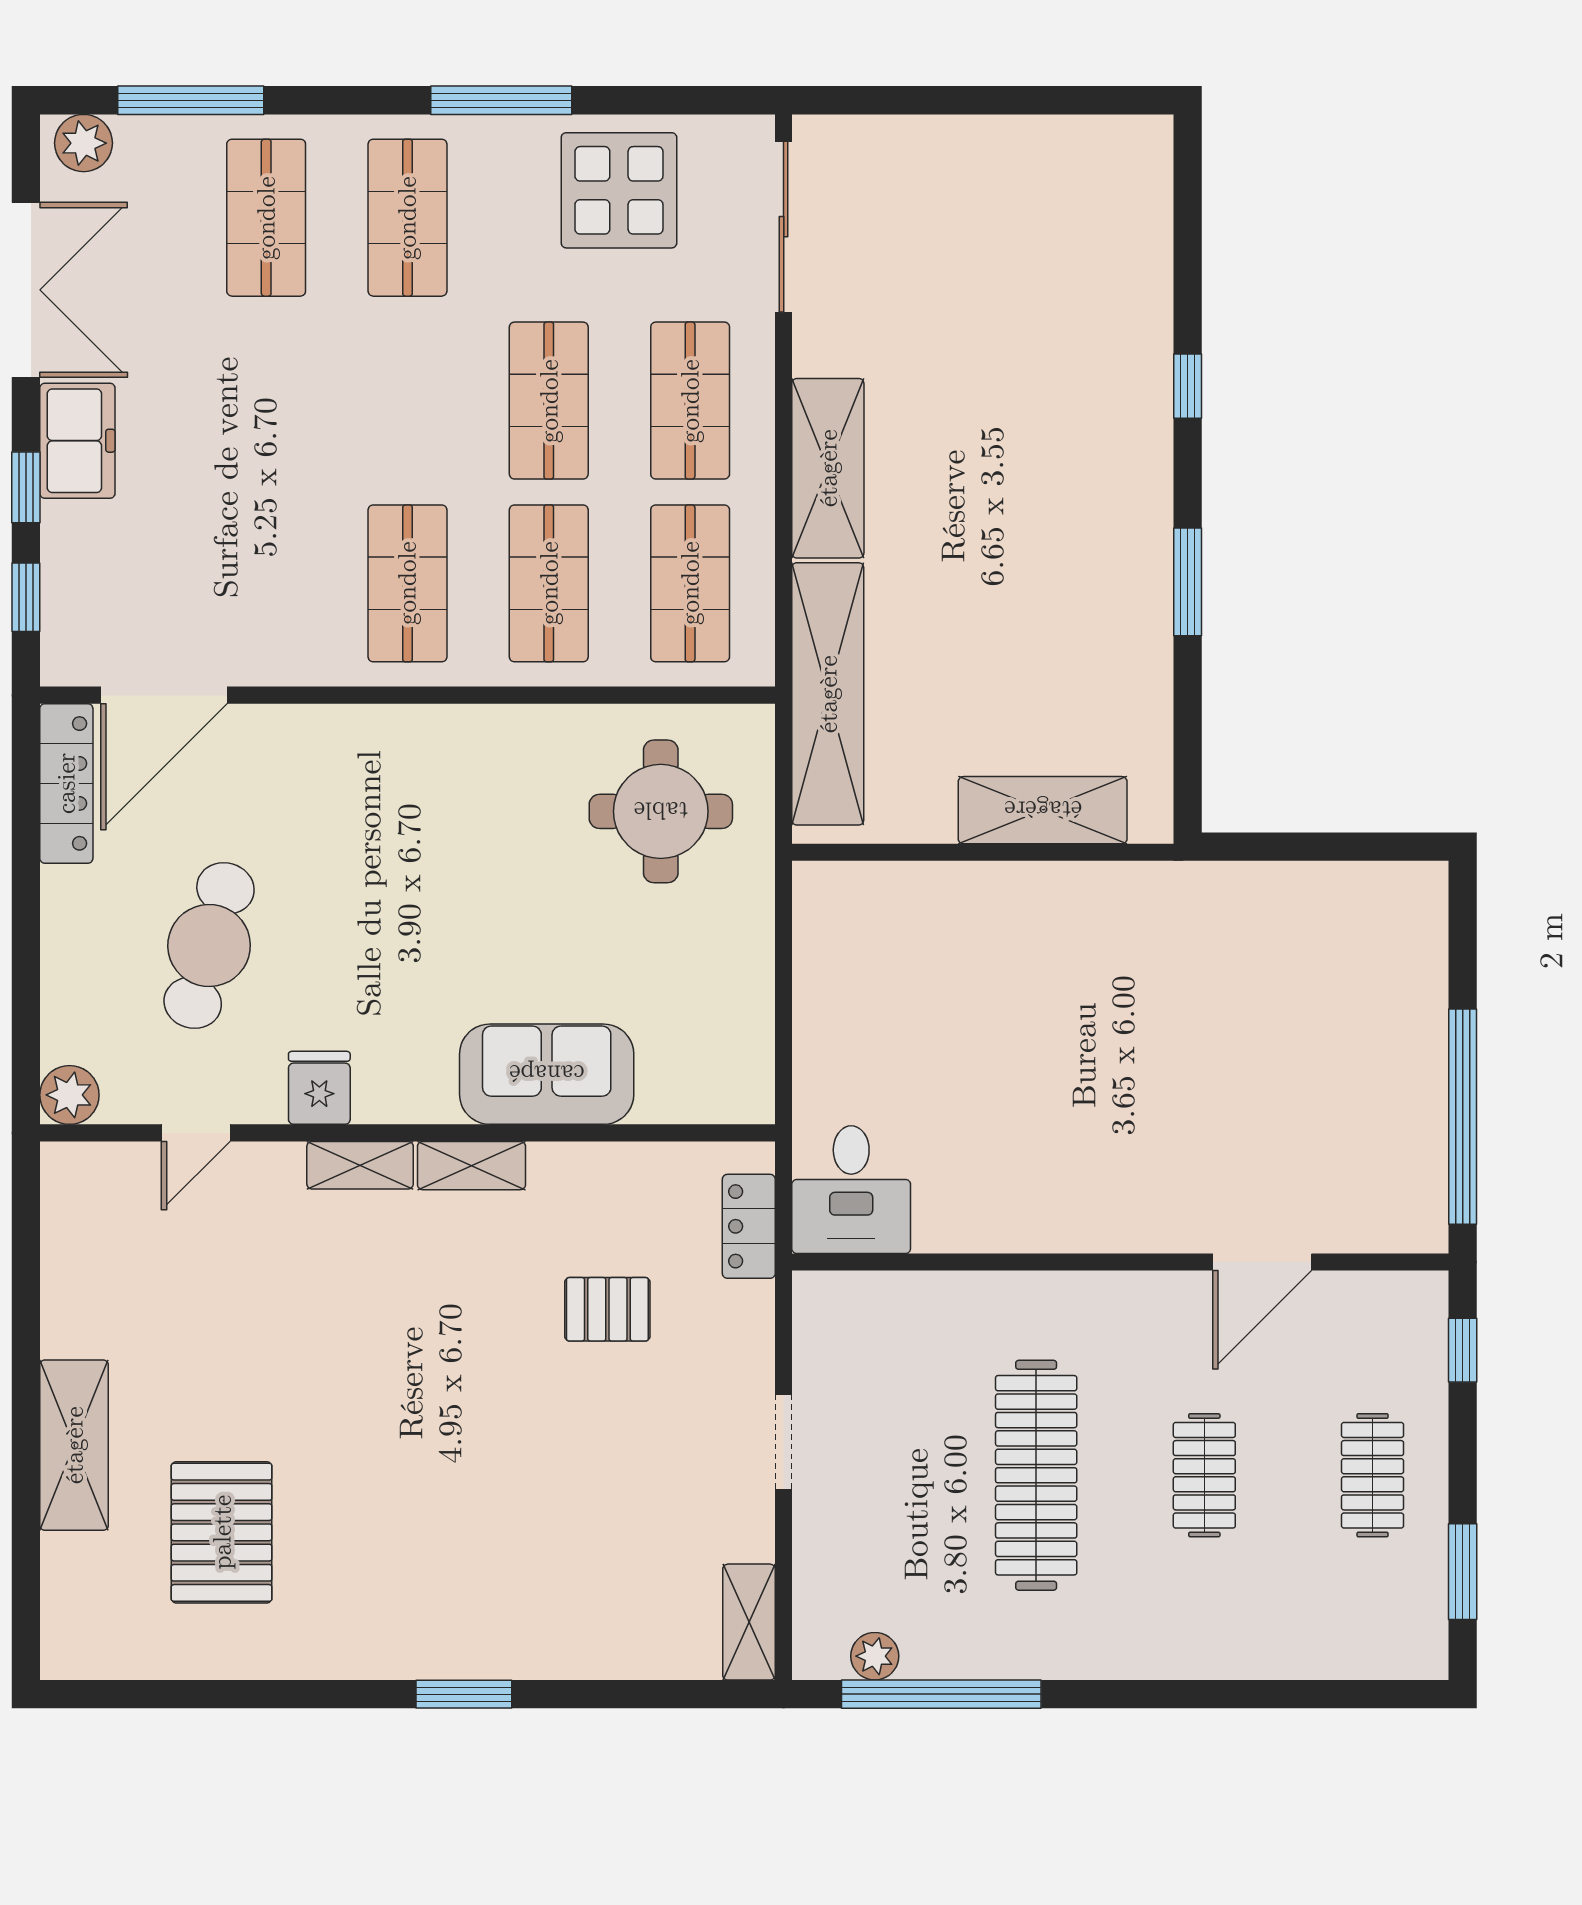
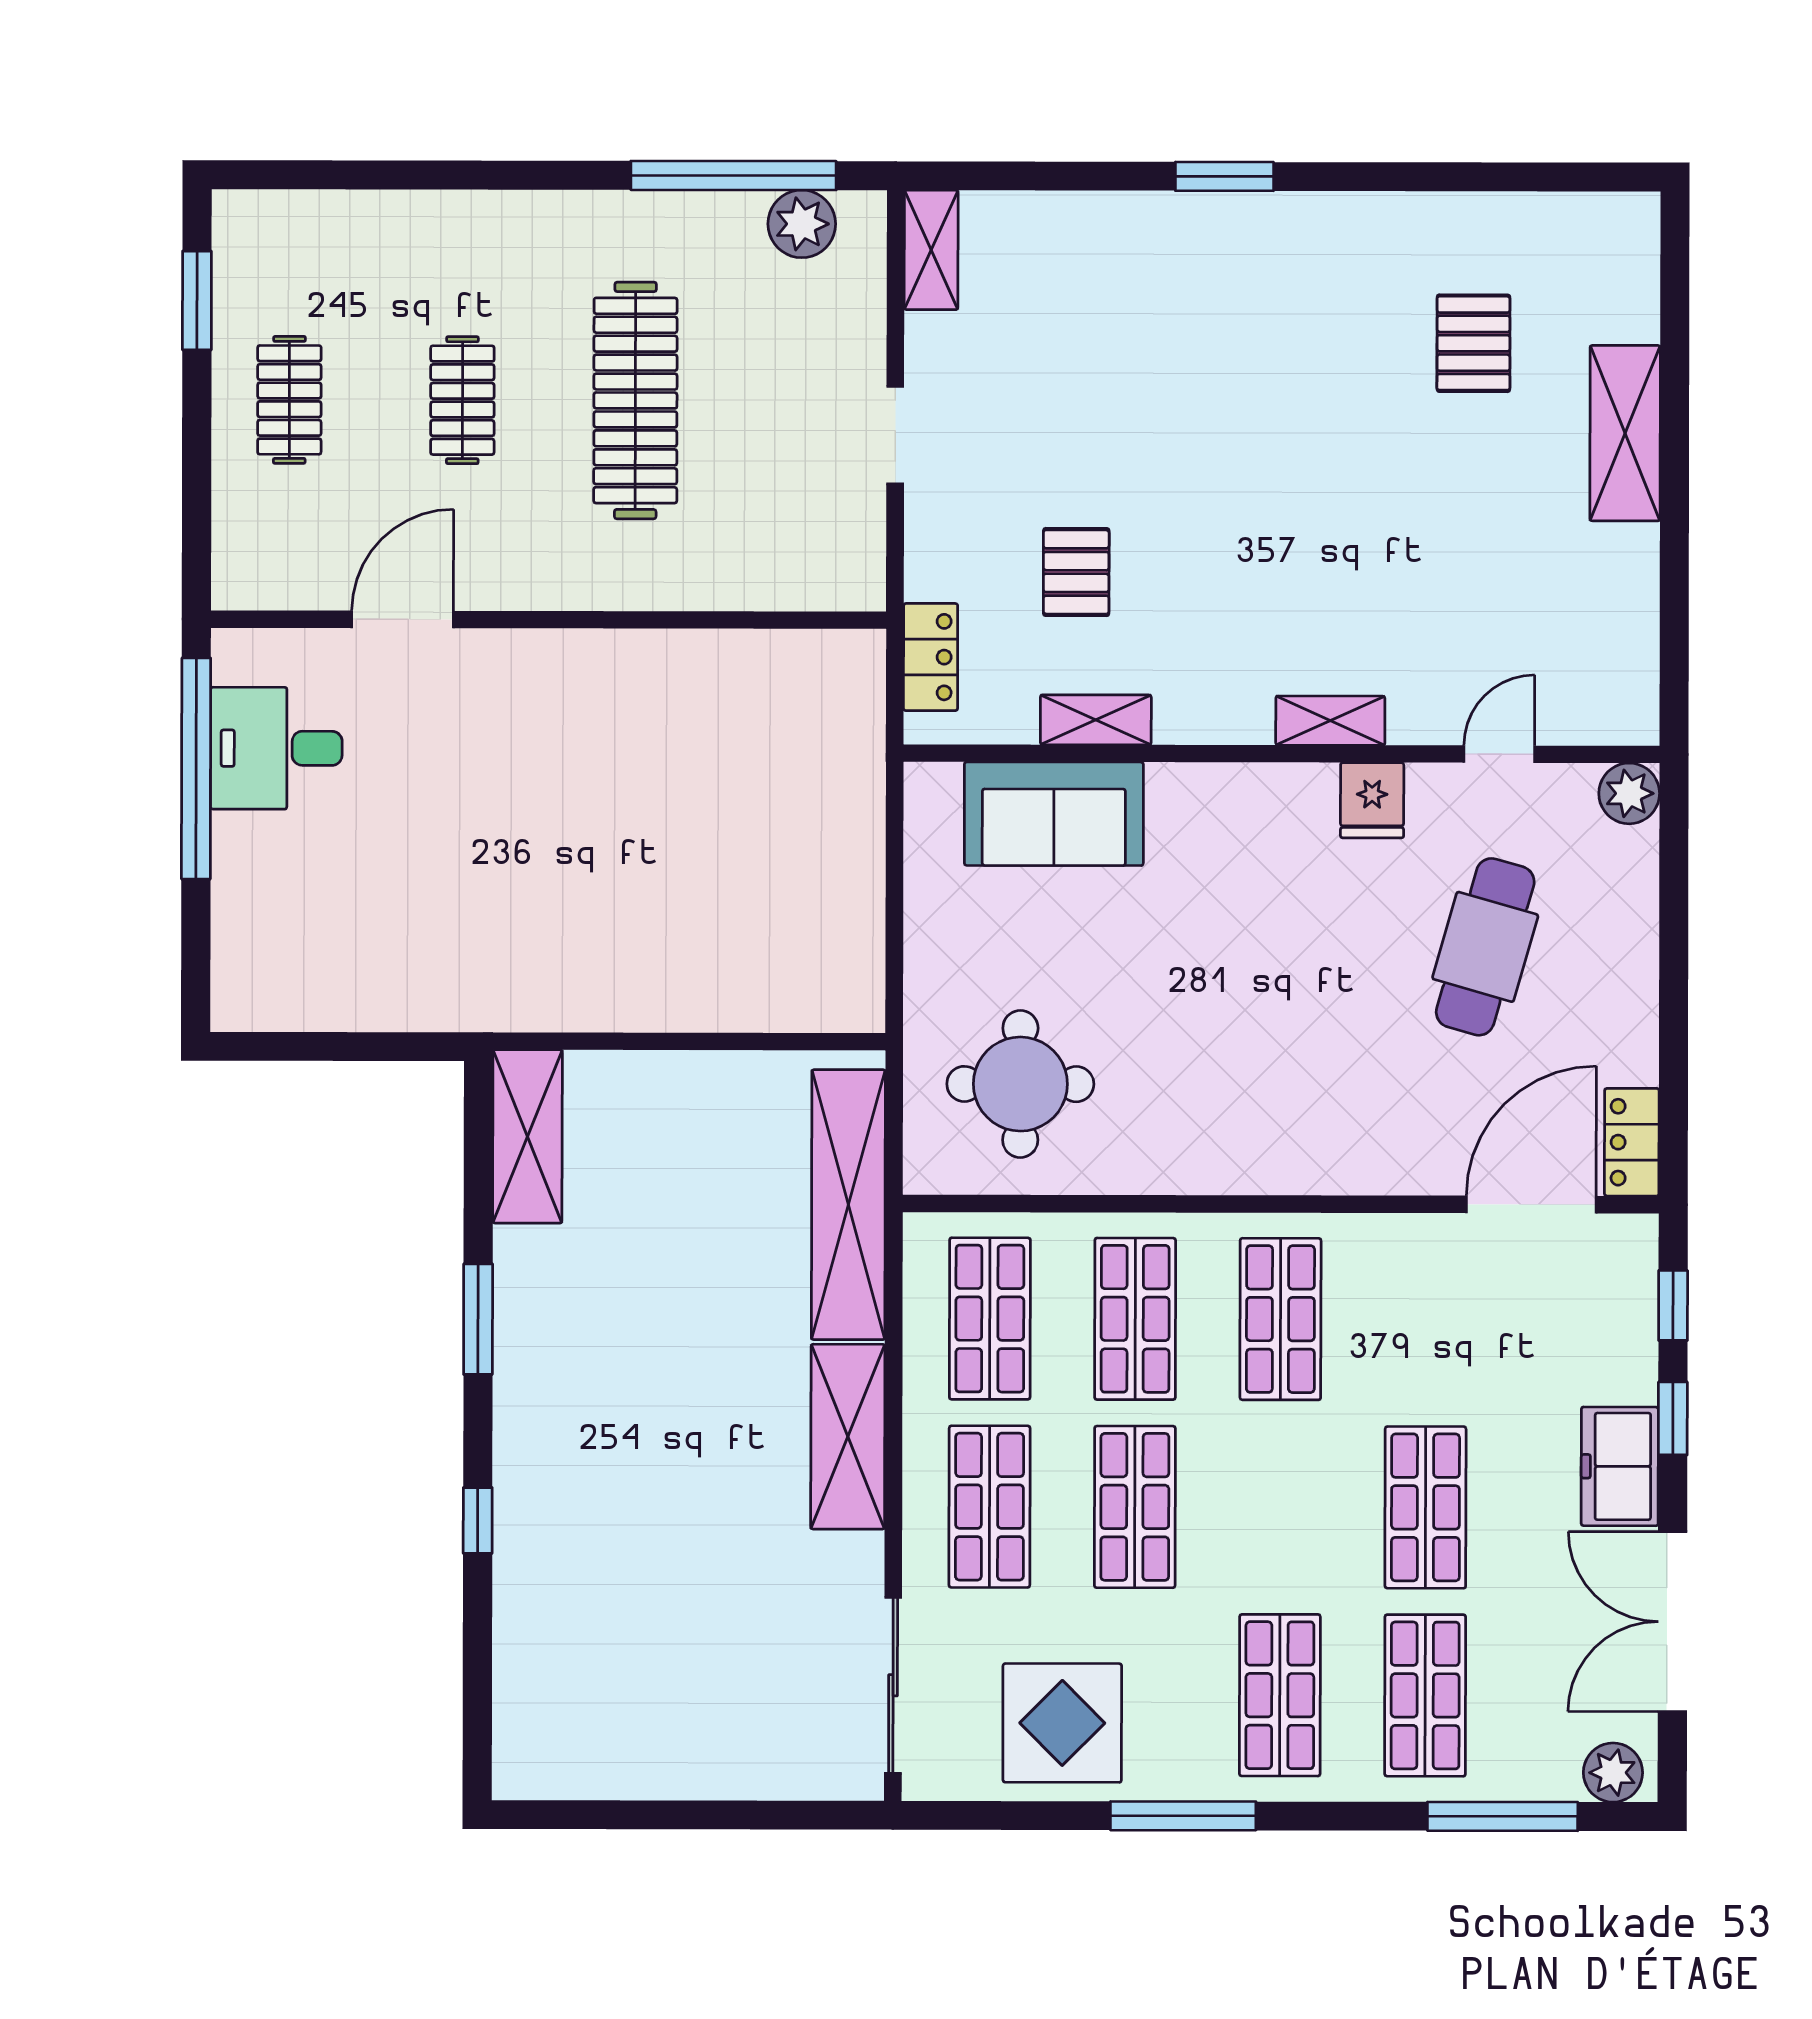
shop shelf: (266, 401) -> (1425, 1507), added
locker: (66, 783) -> (1632, 1142), width x0.66
shelving: (1043, 810) -> (527, 1136), moved, turned 90
sofa: (547, 1074) -> (1054, 814), moved
shelving: (471, 1166) -> (1096, 720), moved
desk: (851, 1190) -> (276, 748), moved, turned -90
pallet: (607, 1309) -> (1076, 572), turned 90
window: (1463, 1350) -> (197, 528), removed
pallet: (222, 1532) -> (1473, 343), width x0.67, depth x0.71
plant: (875, 1656) -> (802, 224), width x1.38, depth x1.38

